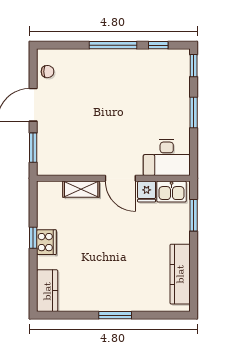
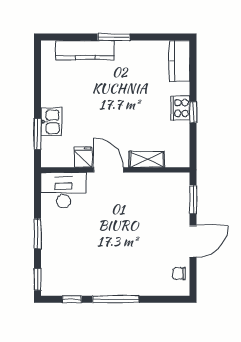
kitchen sink: (172, 192) -> (51, 122), moved, turned 90
kitchen counter: (180, 274) -> (85, 50), moved, turned 90

